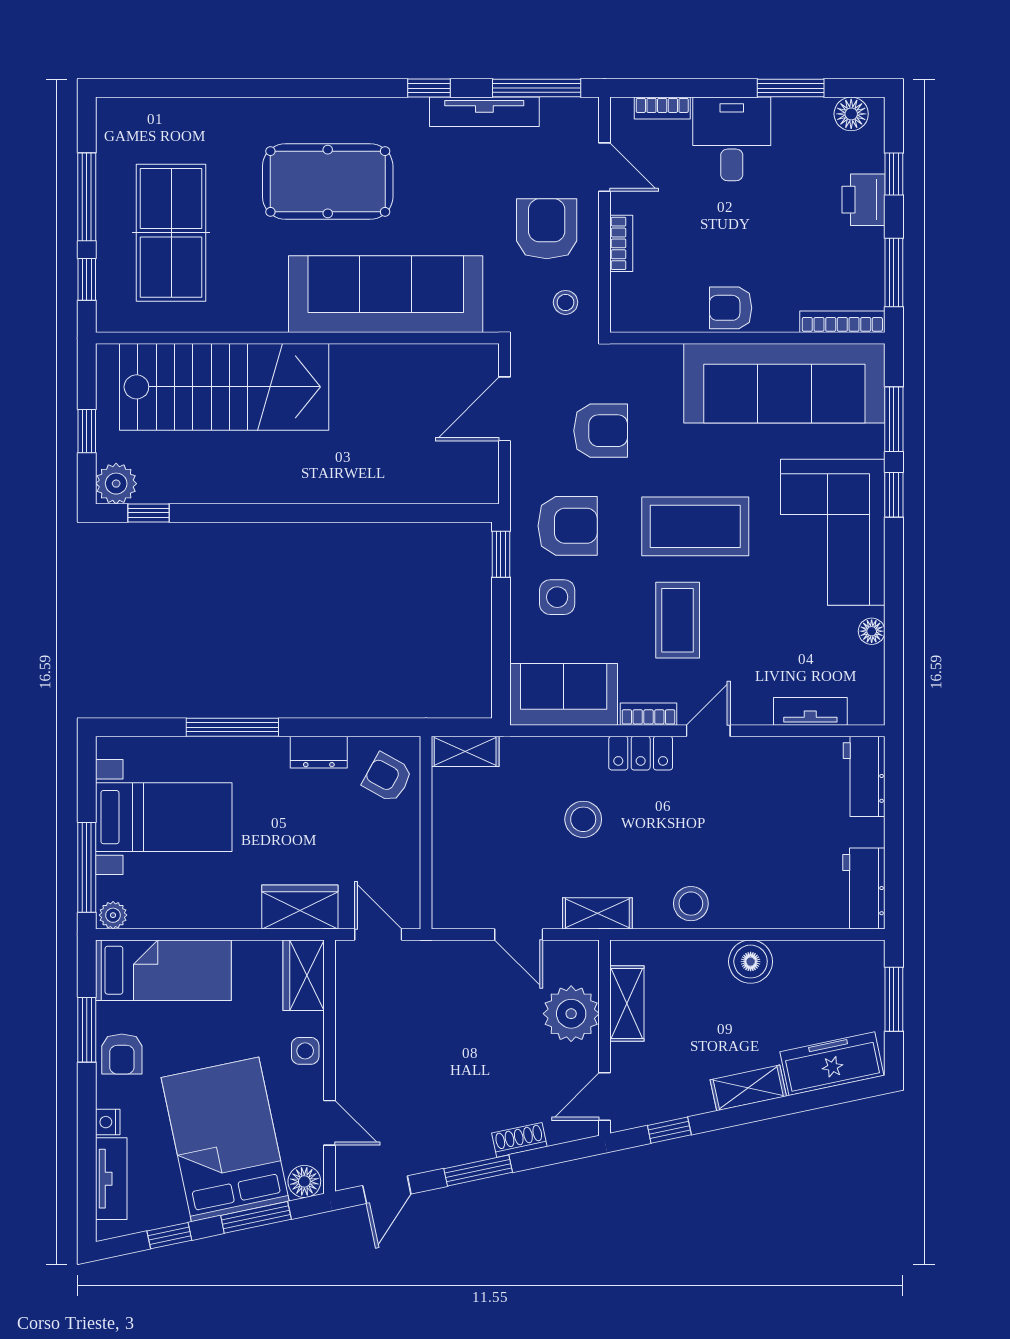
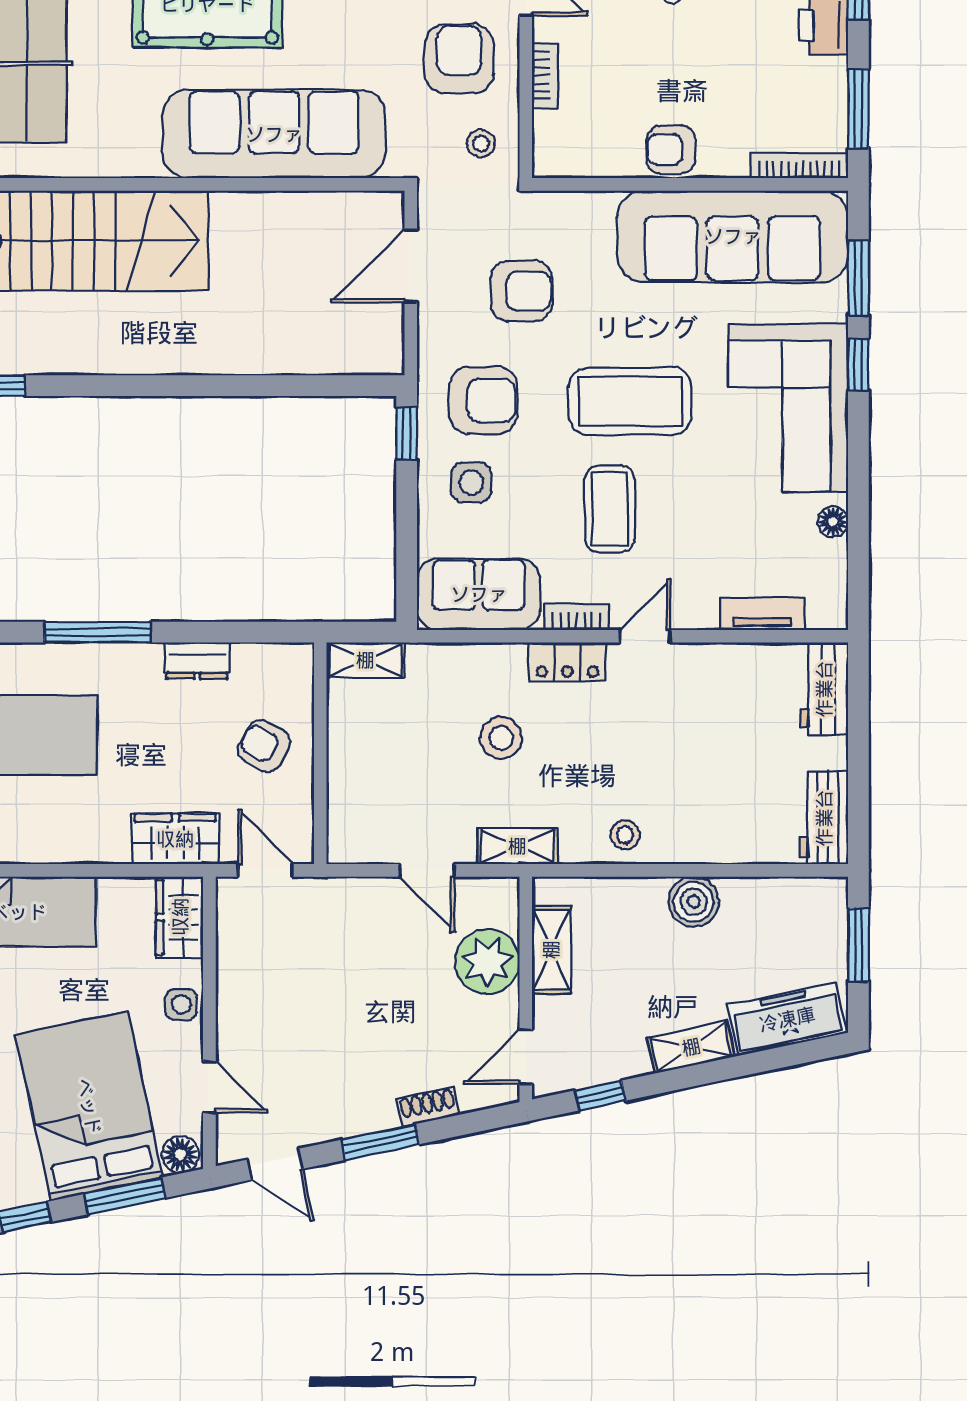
armchair: (387, 778) -> (264, 746), moved
stool: (691, 904) -> (625, 835), width x0.73, depth x0.73
door: (387, 1190) -> (275, 1164), hinge flipped

